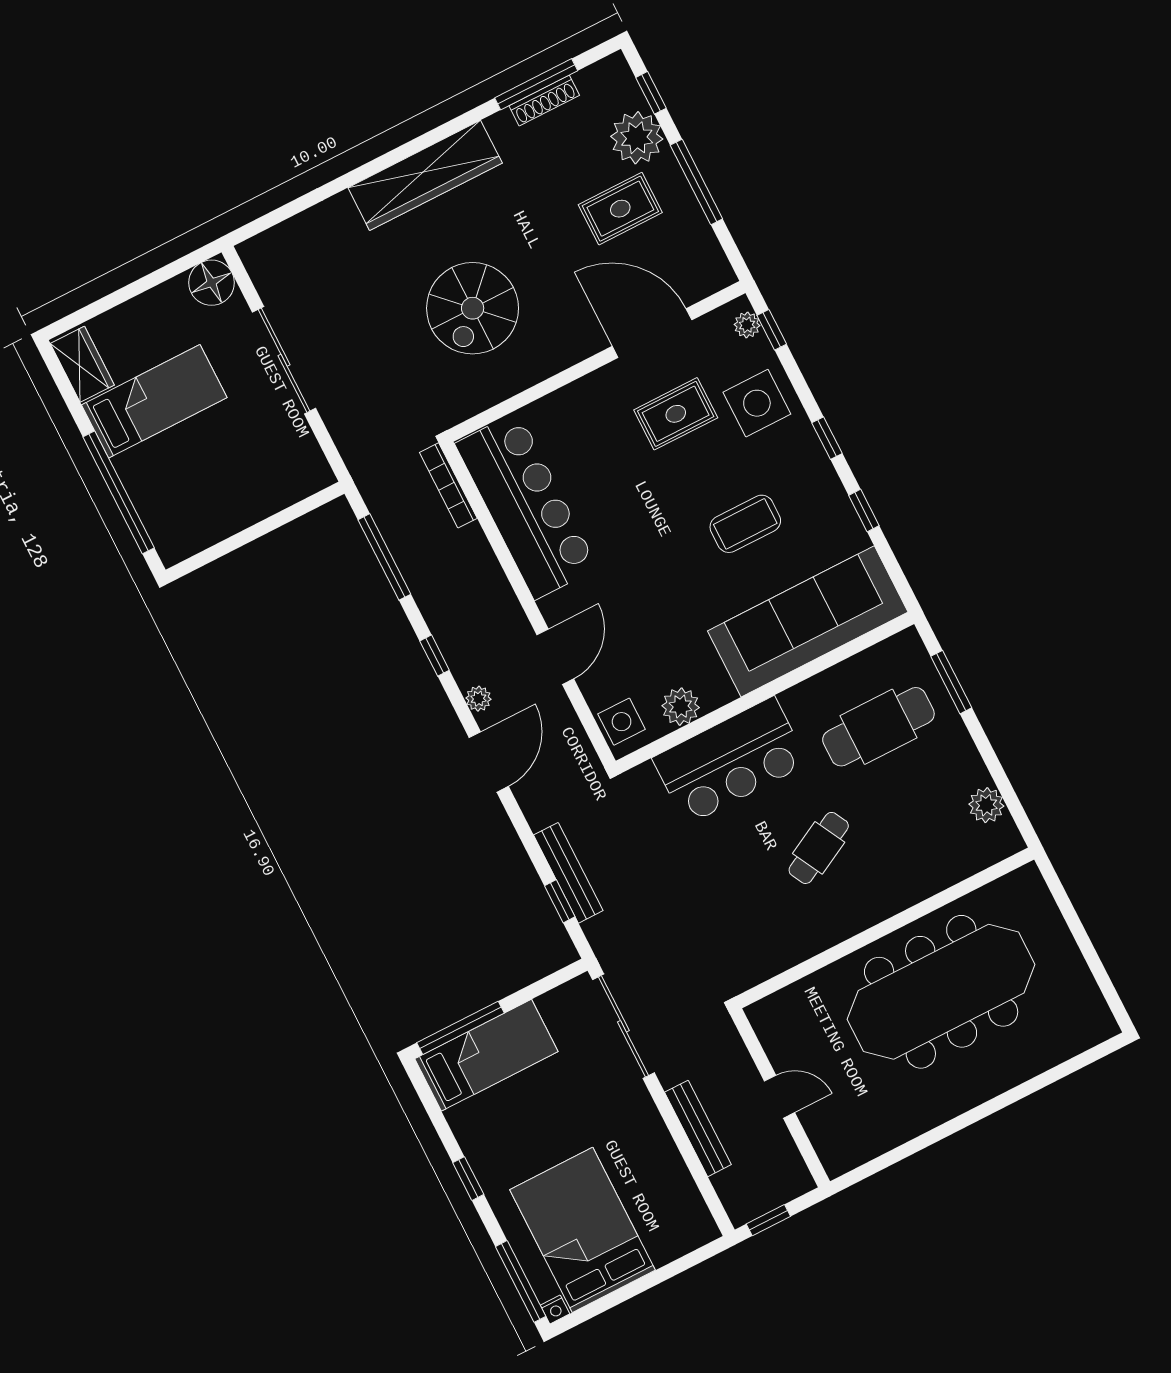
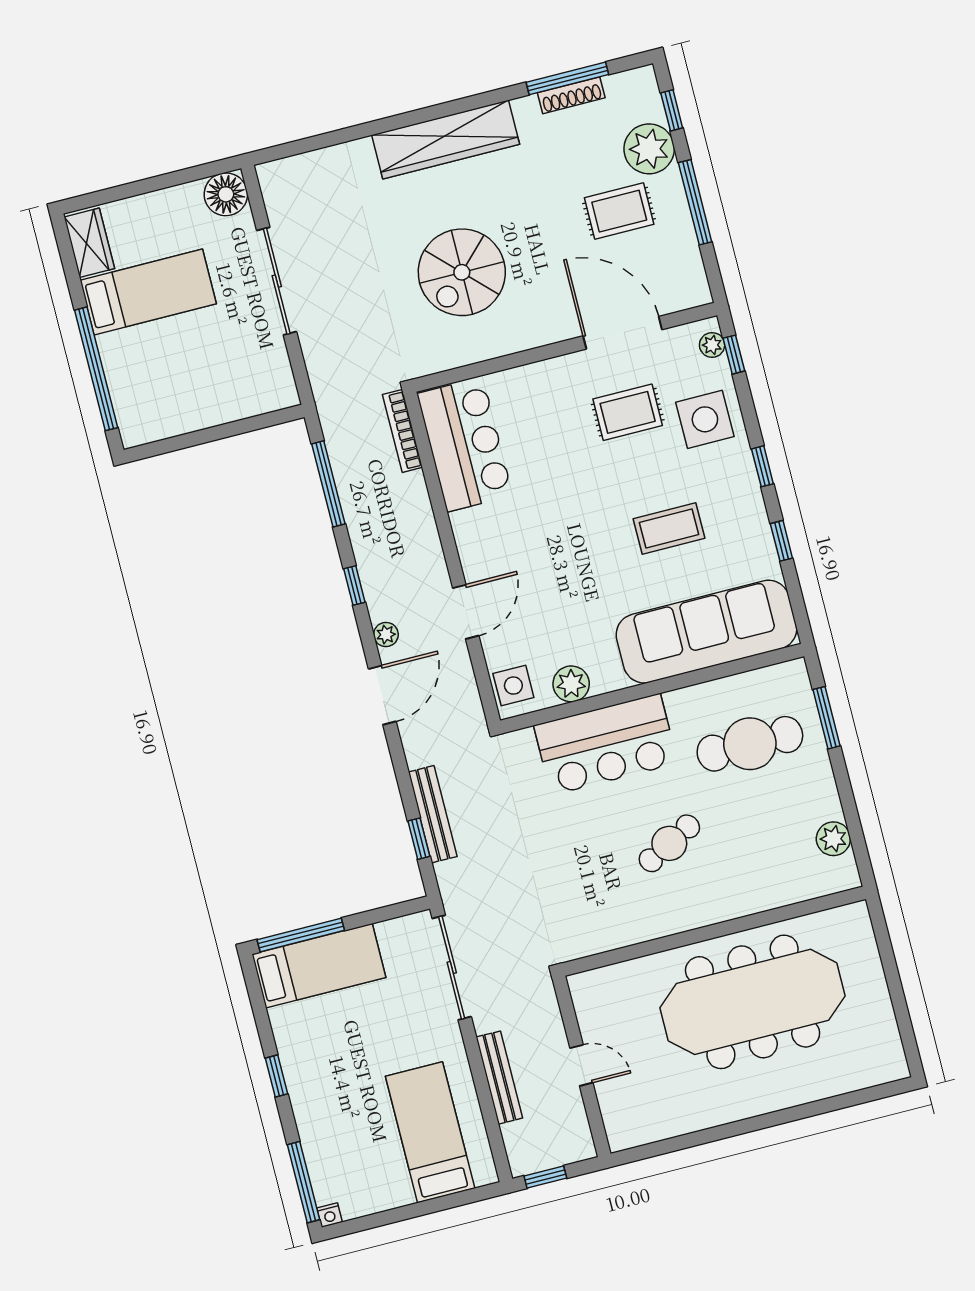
bar counter: (526, 506) -> (465, 444), width x0.73
bed: (582, 1230) -> (430, 1132), moved, width x0.67

